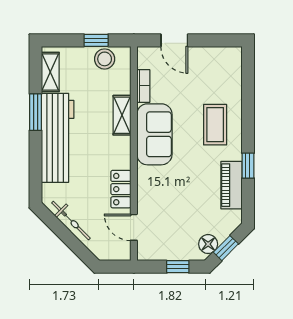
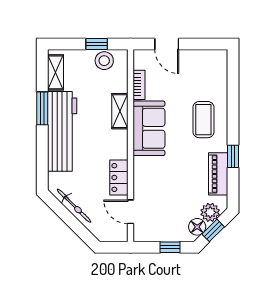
plant: (223, 228) -> (210, 212), added

